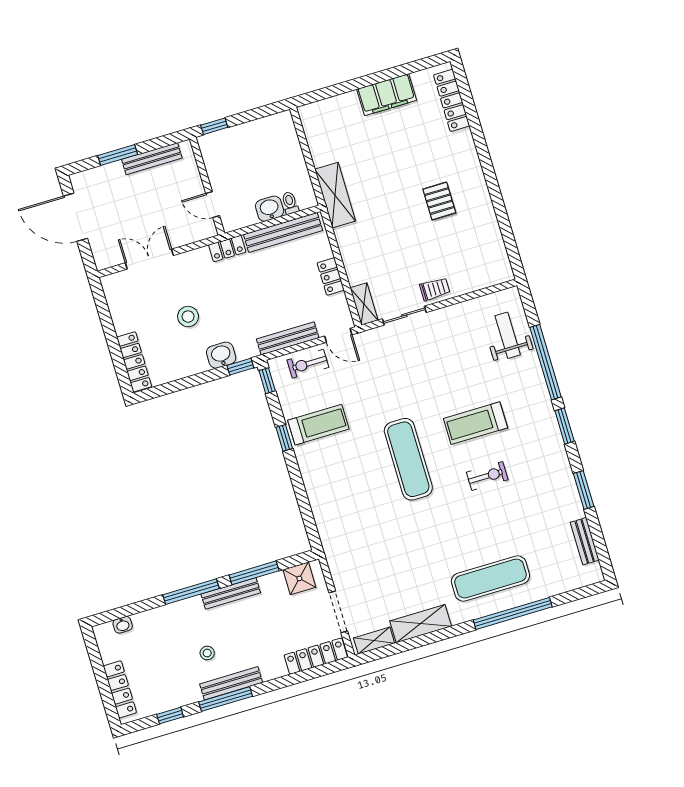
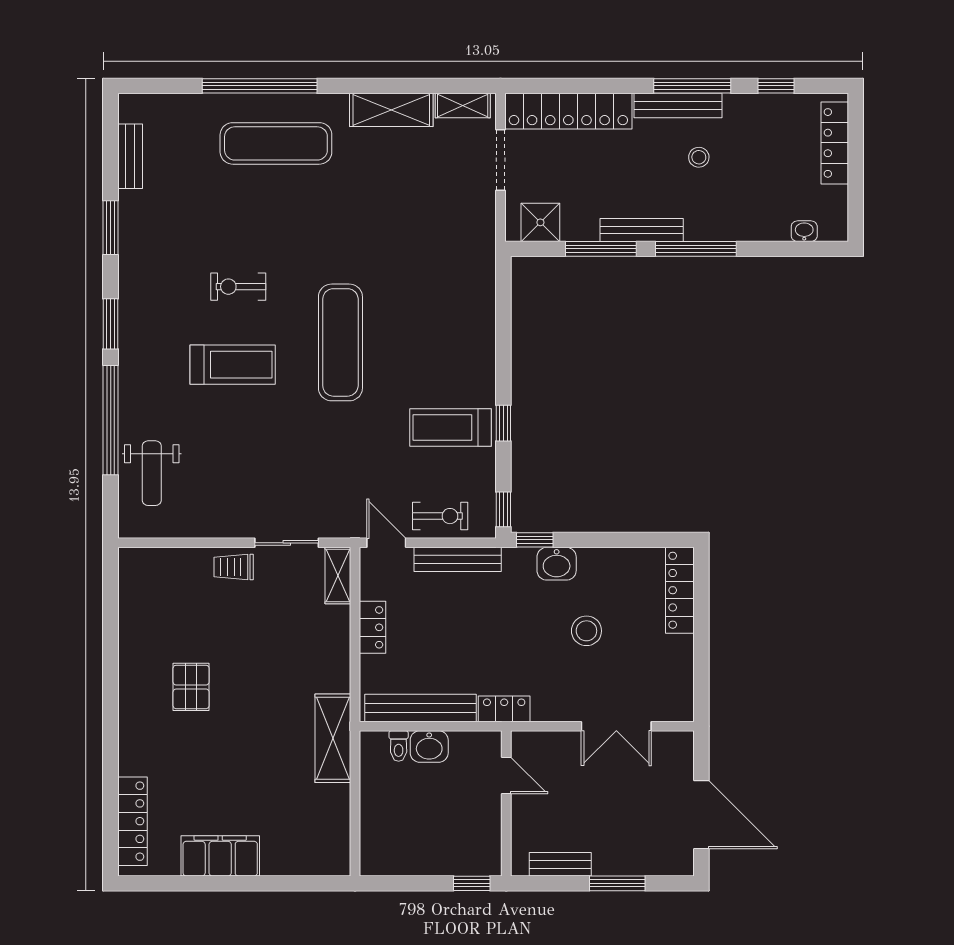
bench: (152, 159) -> (560, 864), width x0.73
locker: (316, 656) -> (568, 111), width x1.41, depth x1.21

